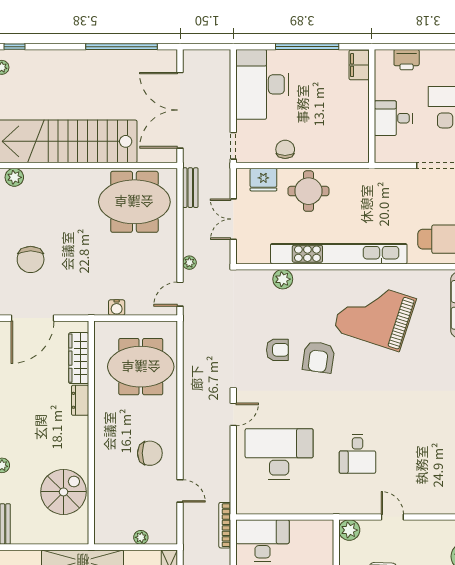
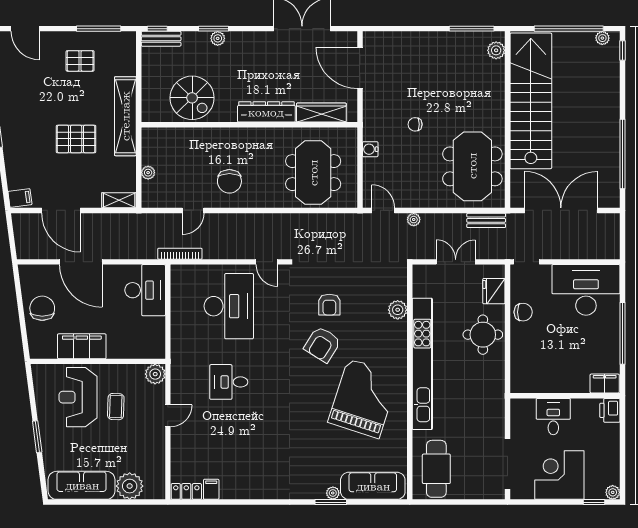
printer: (407, 60) -> (610, 410), moved
chair: (31, 259) -> (415, 124), moved, width x0.54, depth x0.54
armchair: (319, 357) -> (322, 344), turned -66
dresser: (80, 400) -> (266, 112), width x1.96, depth x1.24
bookcase: (225, 525) -> (180, 254), moved

